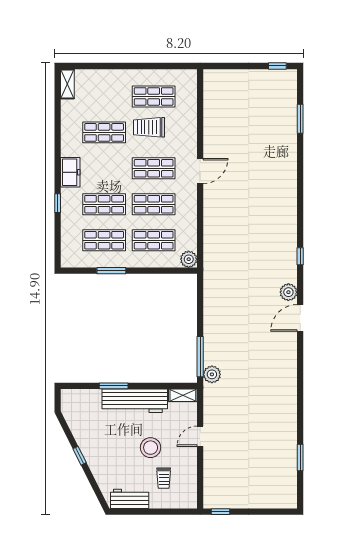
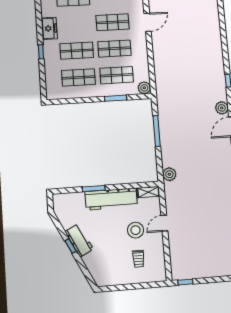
window: (111, 271) -> (116, 98), moved
window: (200, 357) -> (157, 131), moved
stool: (151, 448) -> (136, 230), moved
workbench: (130, 499) -> (79, 240), moved, turned 63

